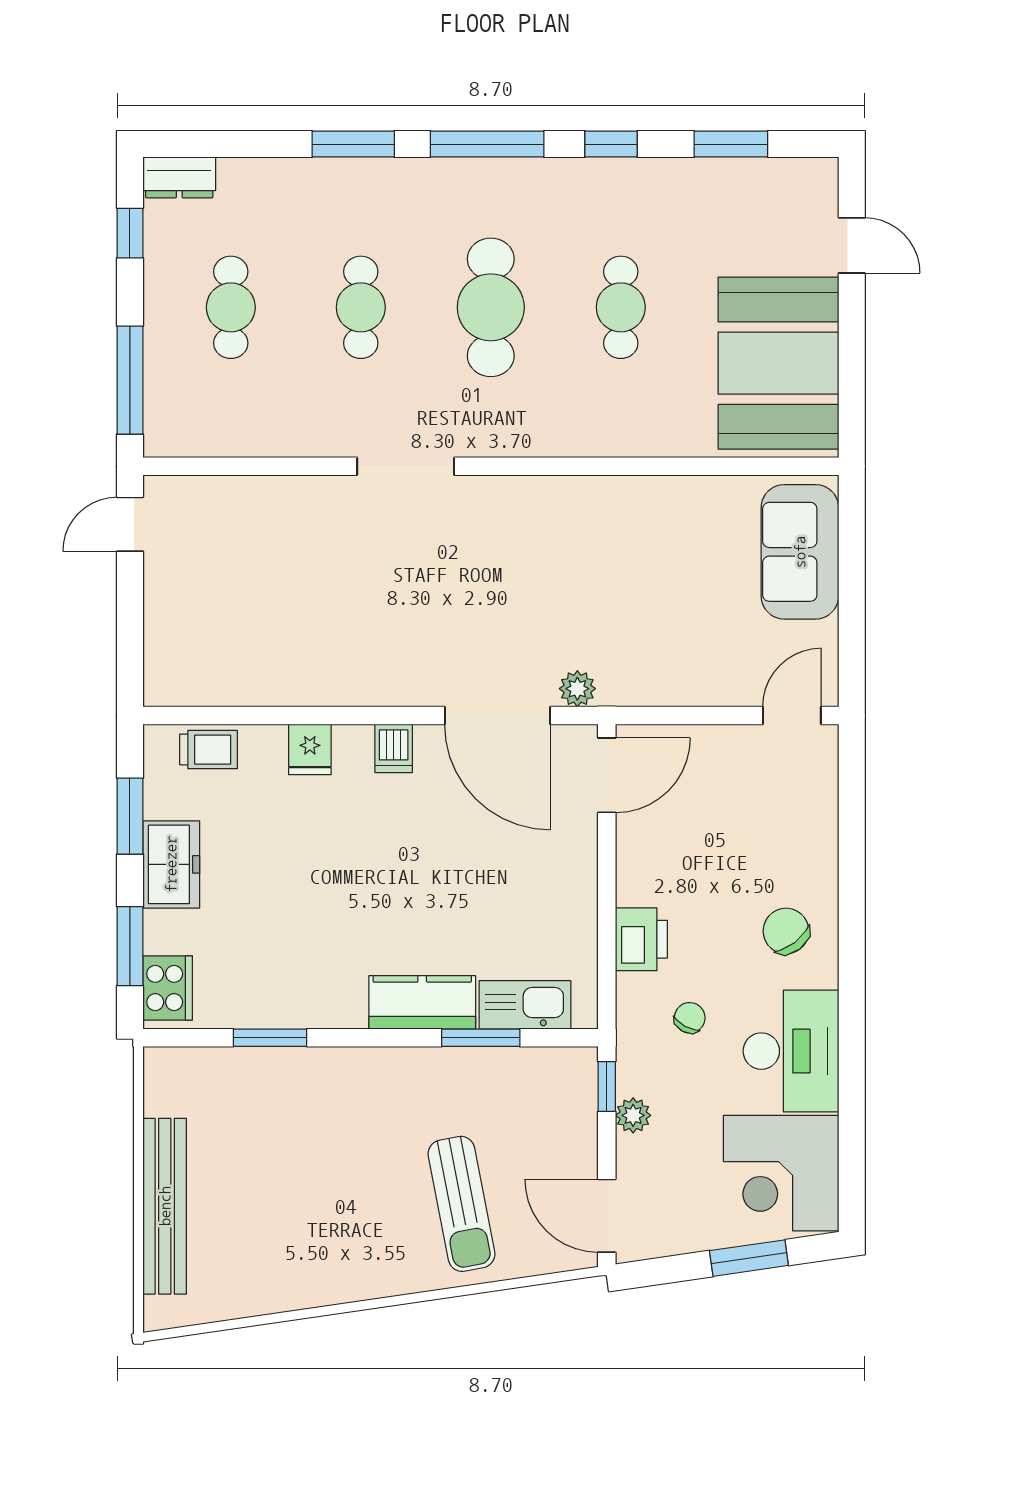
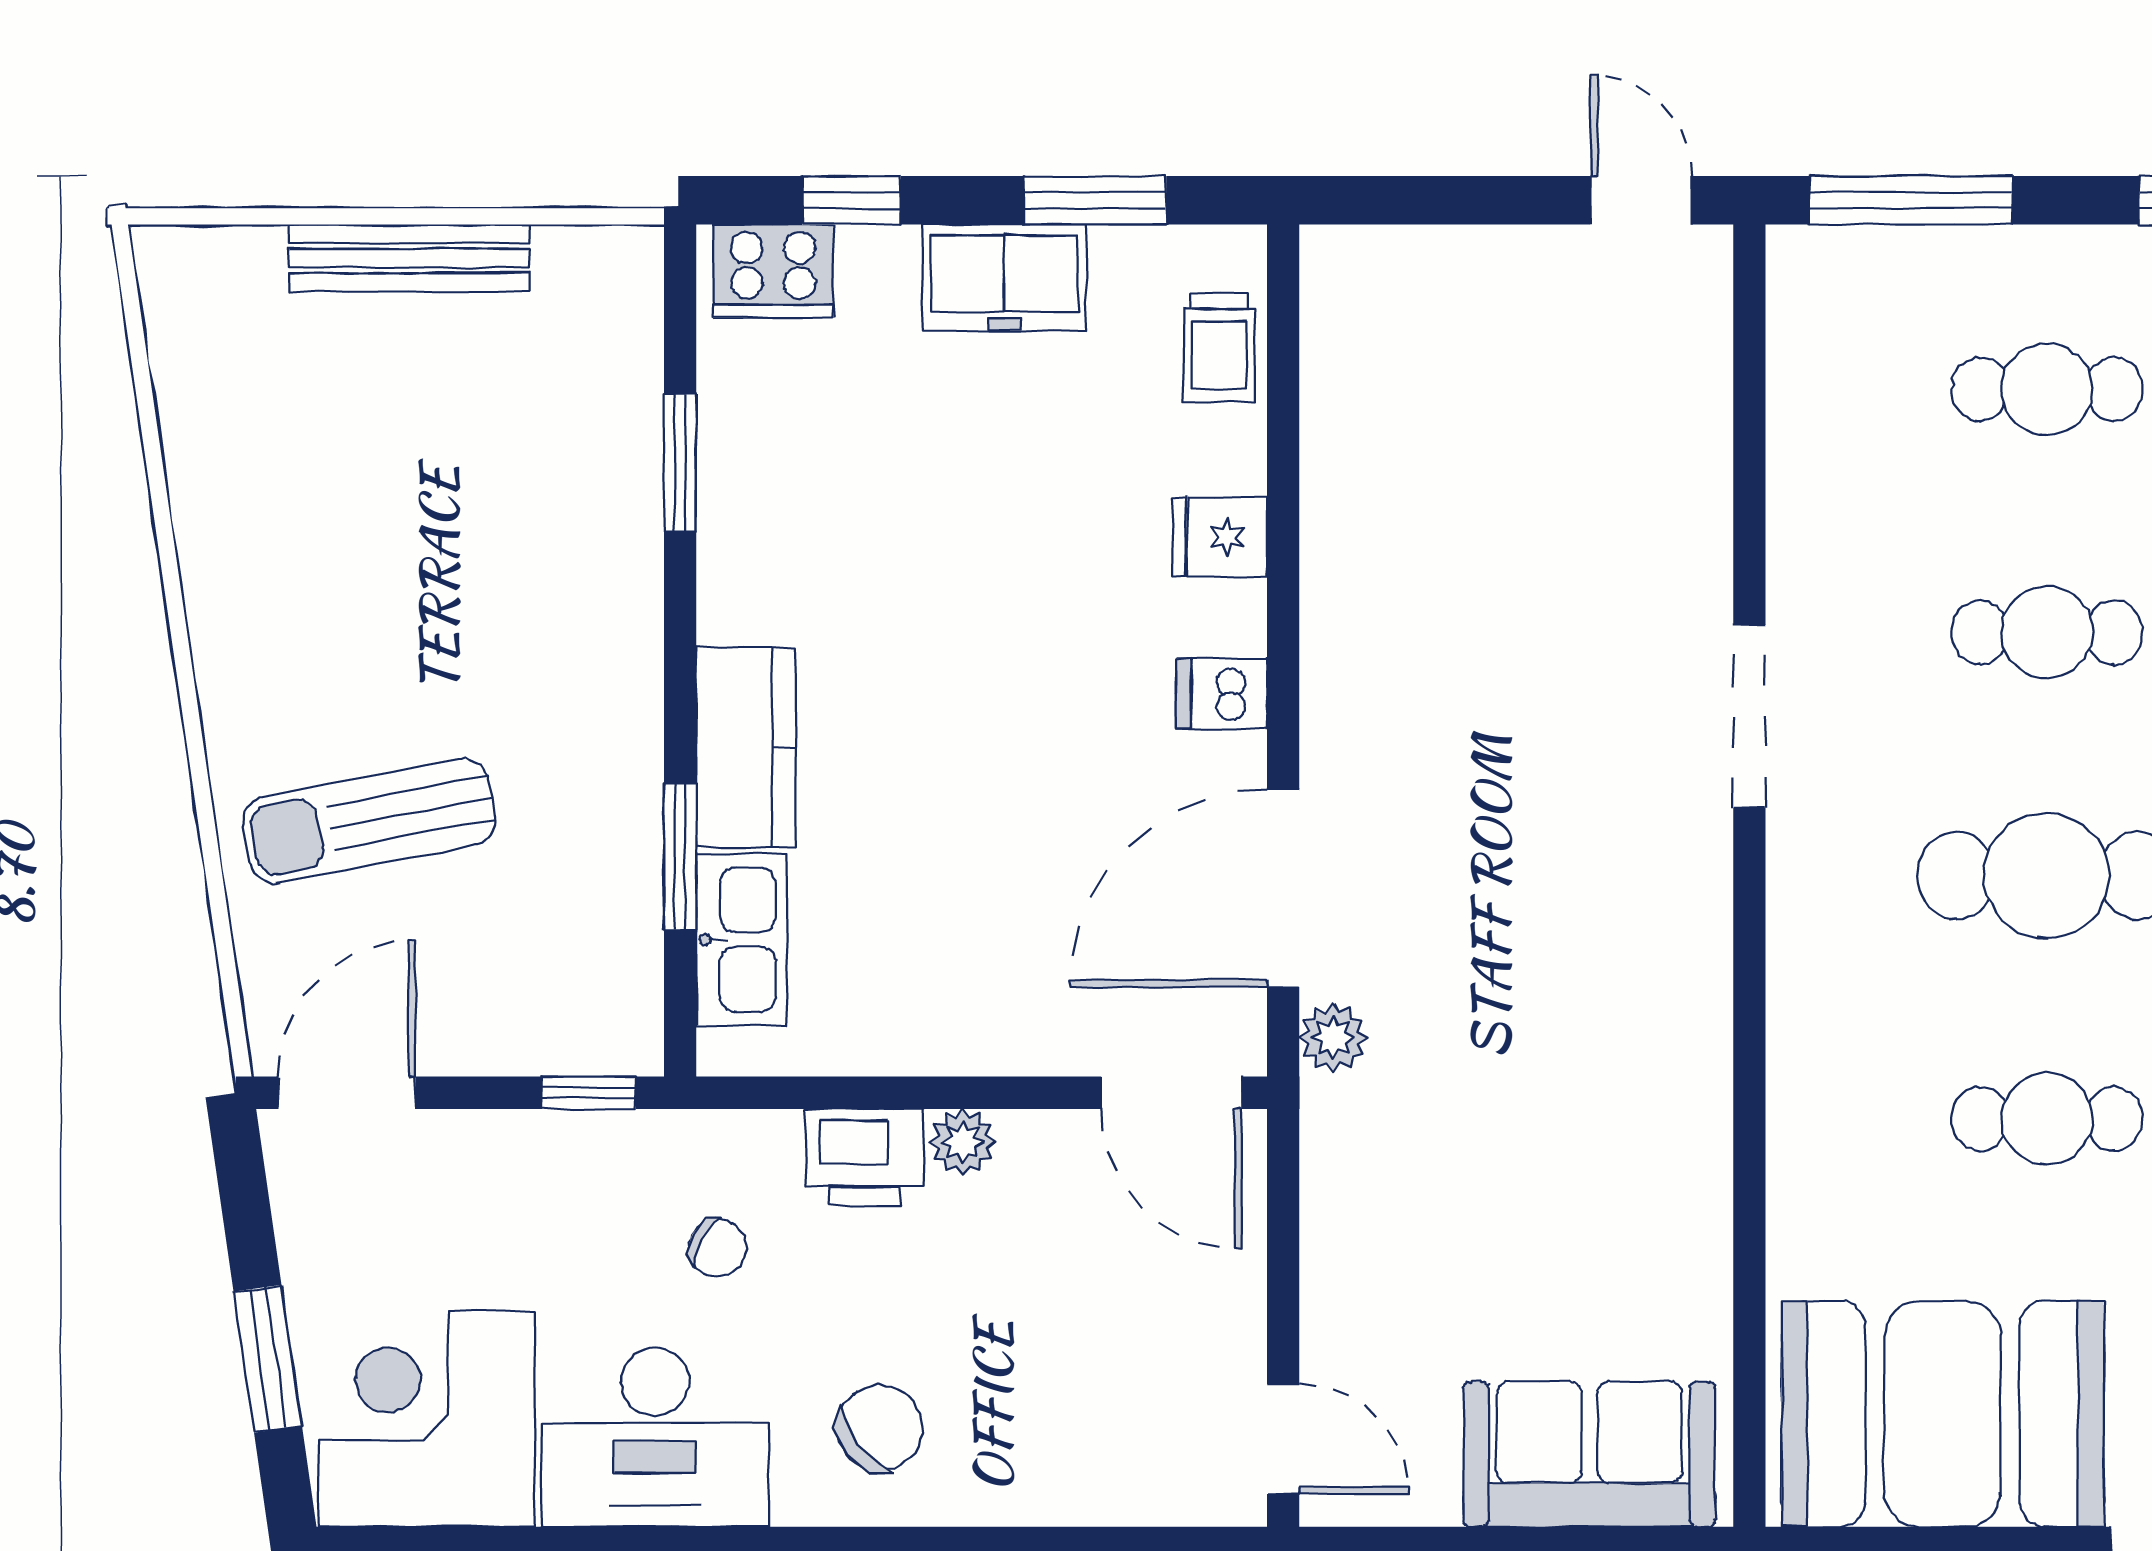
window: (130, 946) -> (851, 200), width x0.67
plant: (633, 1115) -> (963, 1142), moved
bench: (165, 1206) -> (409, 258), width x0.73, depth x0.82

